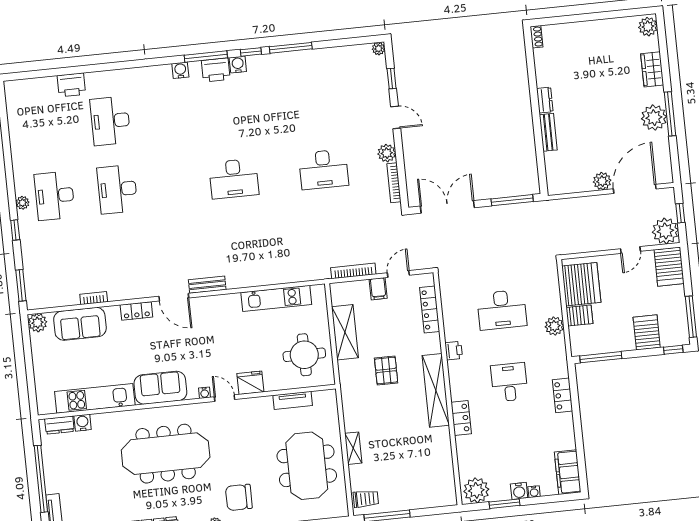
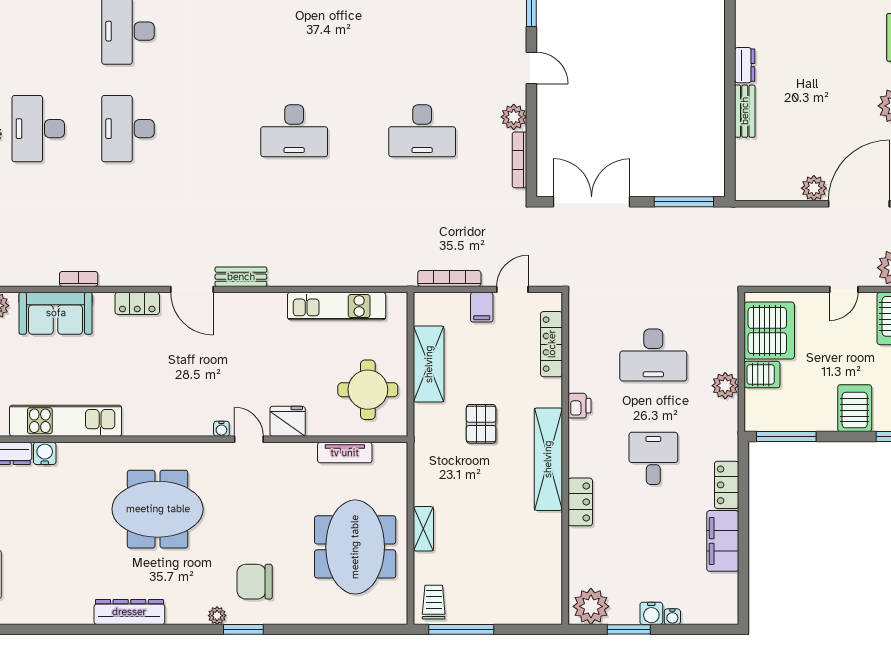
sofa: (160, 388) -> (160, 415), removed
meeting table: (166, 454) -> (158, 509), width x0.73
filing cabinet: (568, 472) -> (723, 541), moved
trolley: (366, 499) -> (434, 602), turned -90

